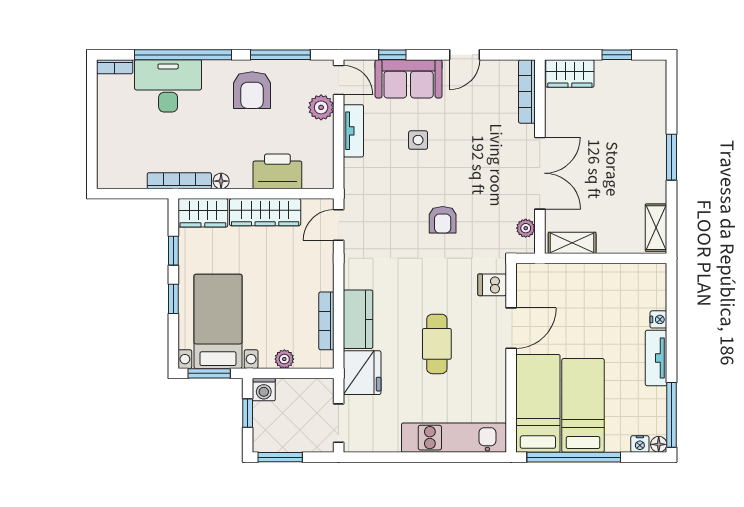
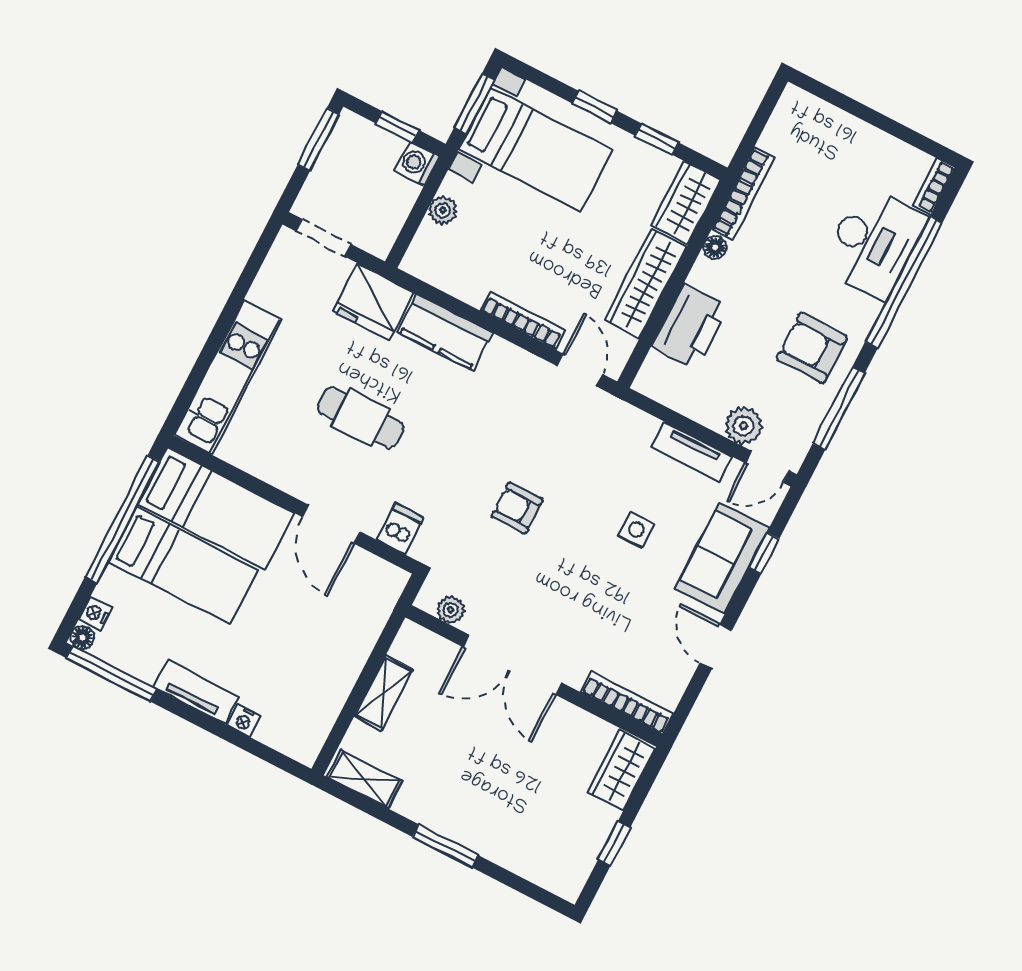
shelving: (572, 243) -> (384, 693), moved
bookcase: (326, 321) -> (522, 320), moved

